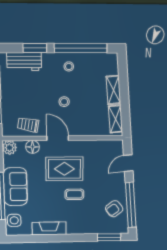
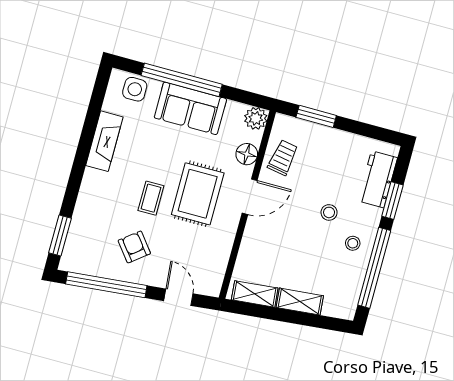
stool: (64, 102) -> (329, 212), moved
armchair: (114, 209) -> (134, 247), moved

